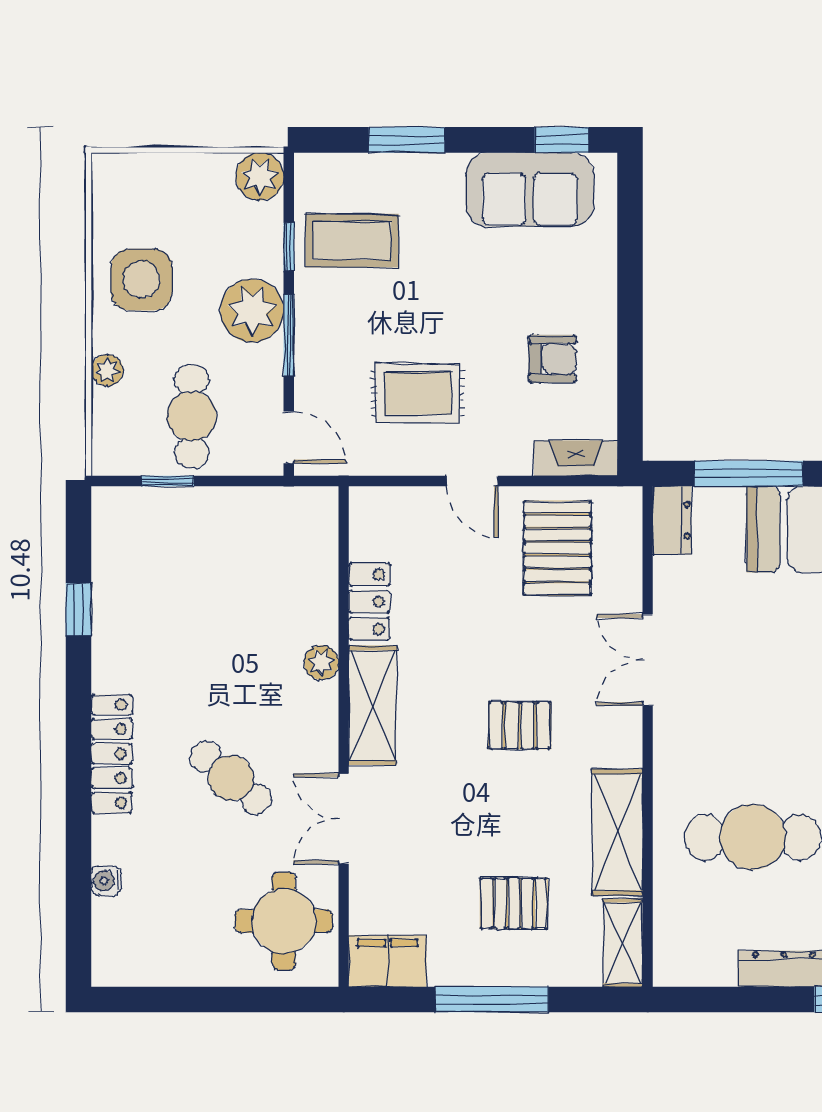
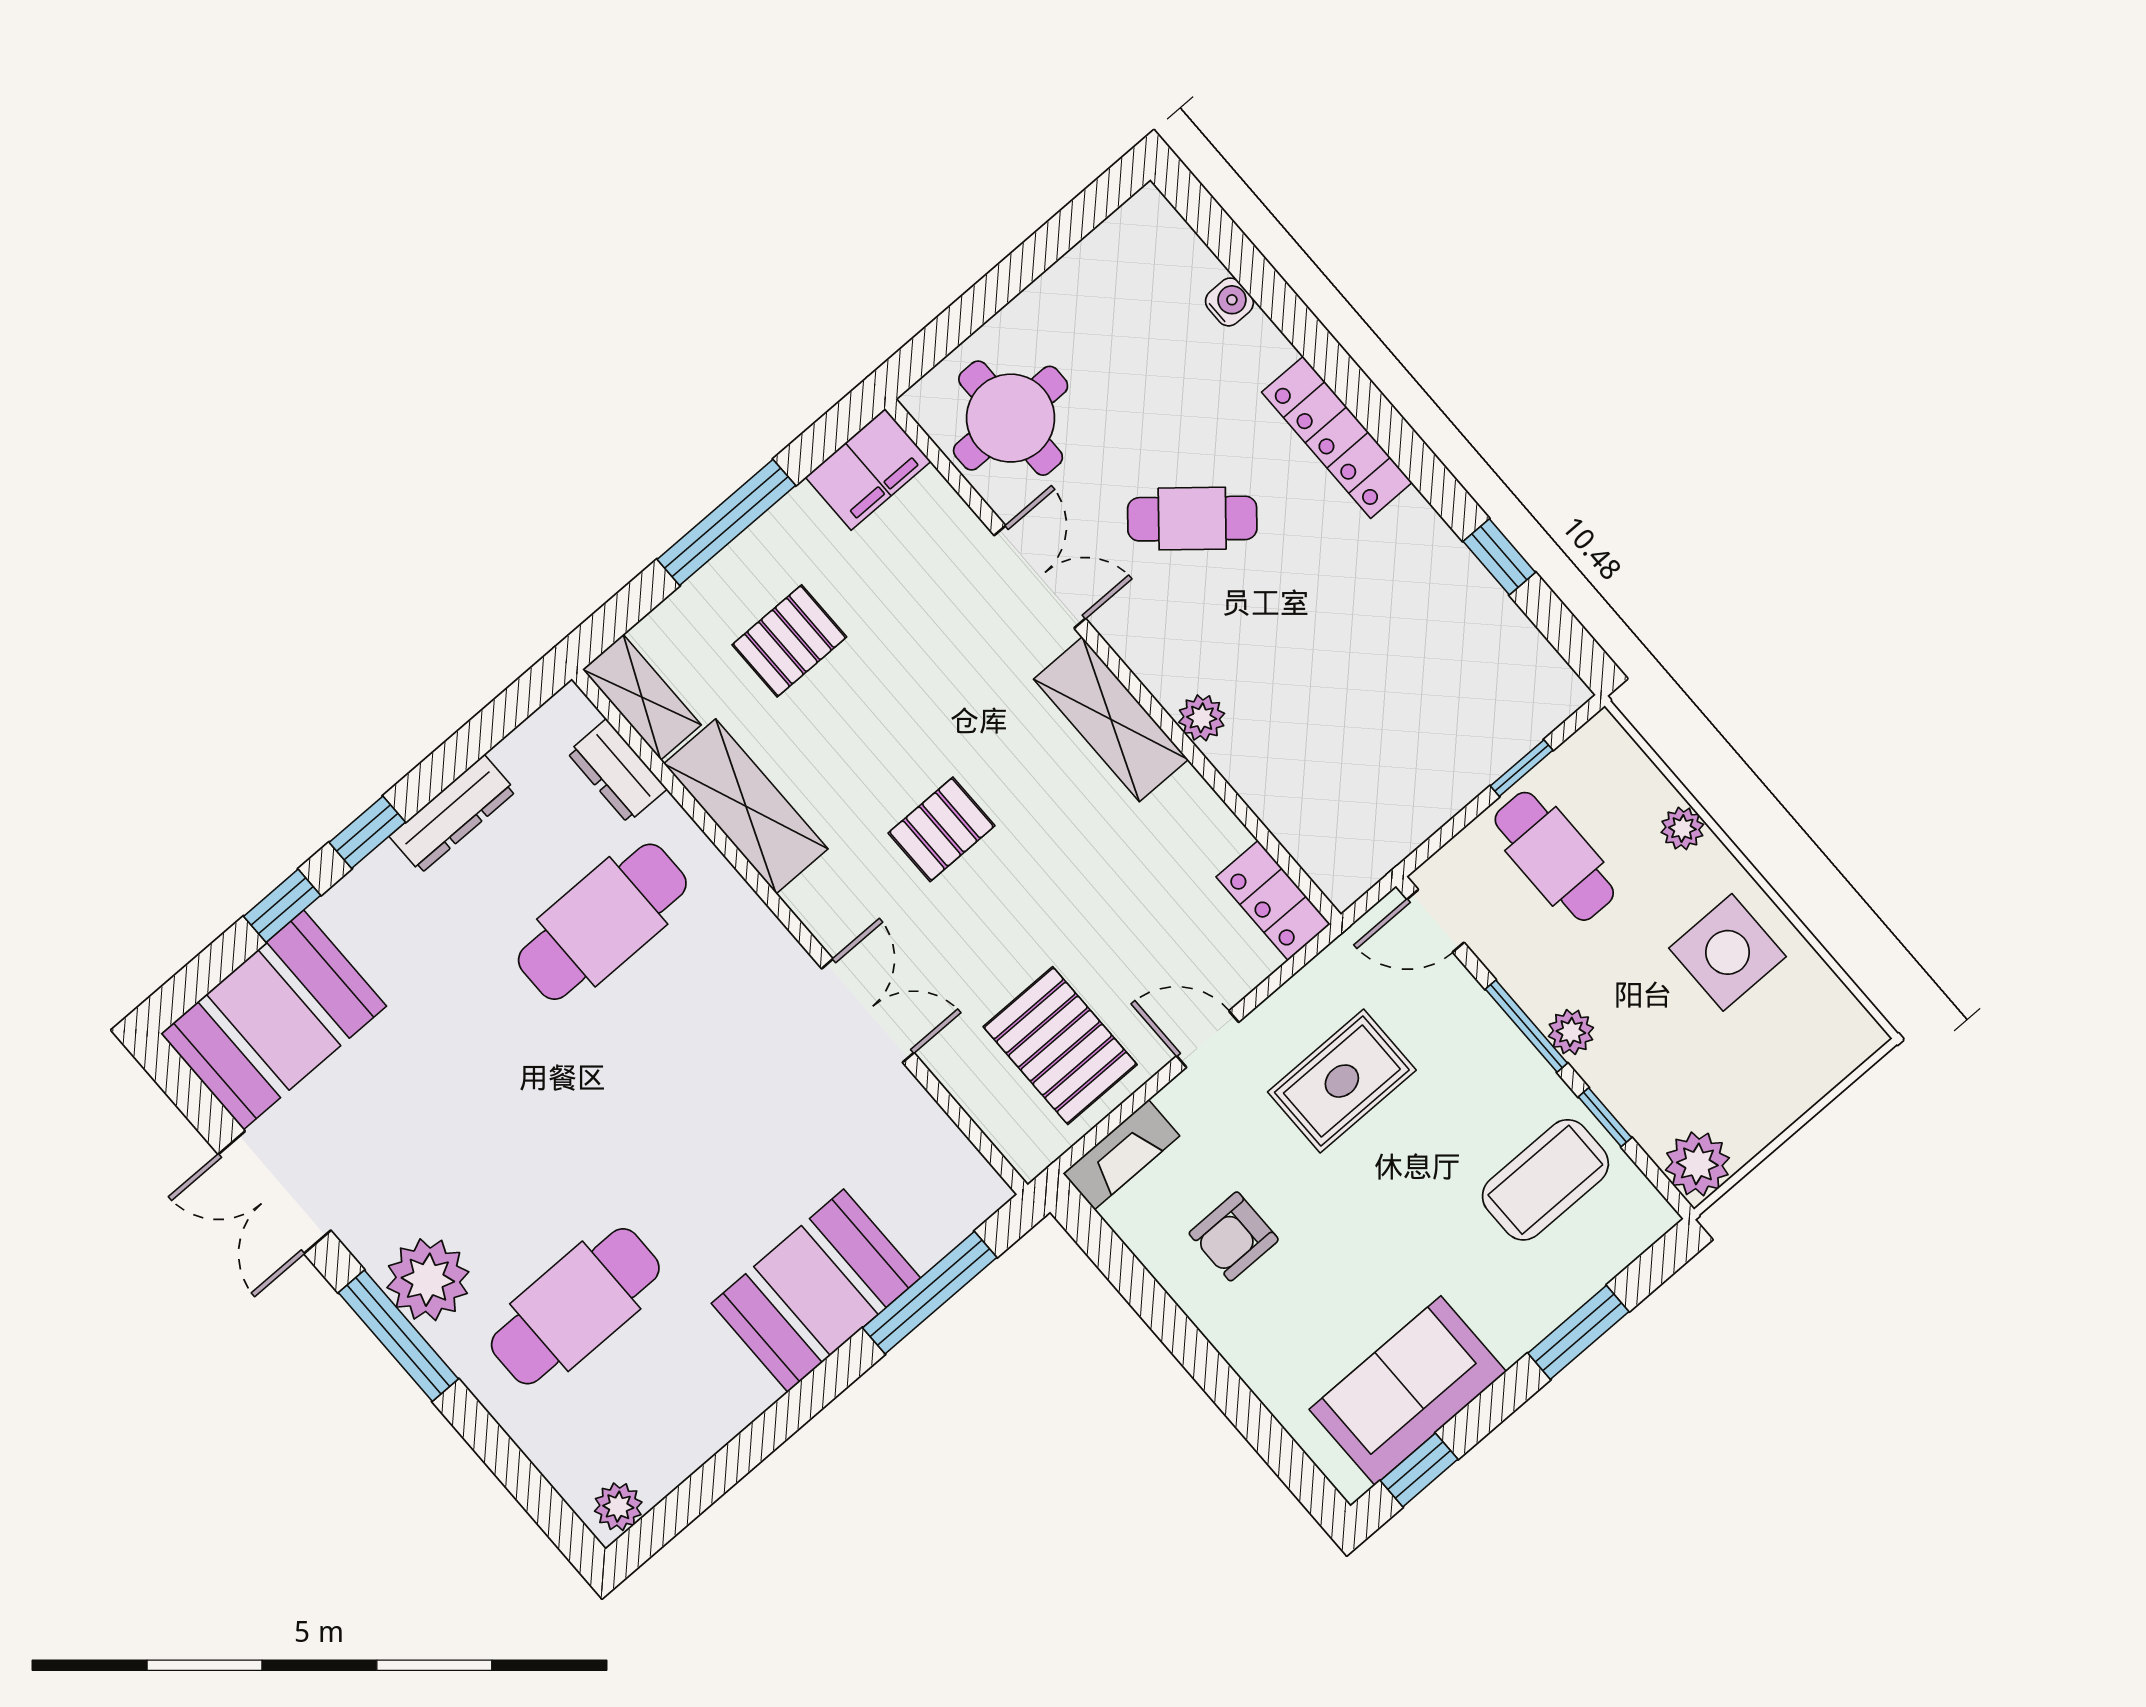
plant: (252, 311) -> (1571, 1032), width x0.53, depth x0.53
dresser: (672, 520) -> (617, 771), moved
locker: (369, 602) -> (1273, 900), moved

